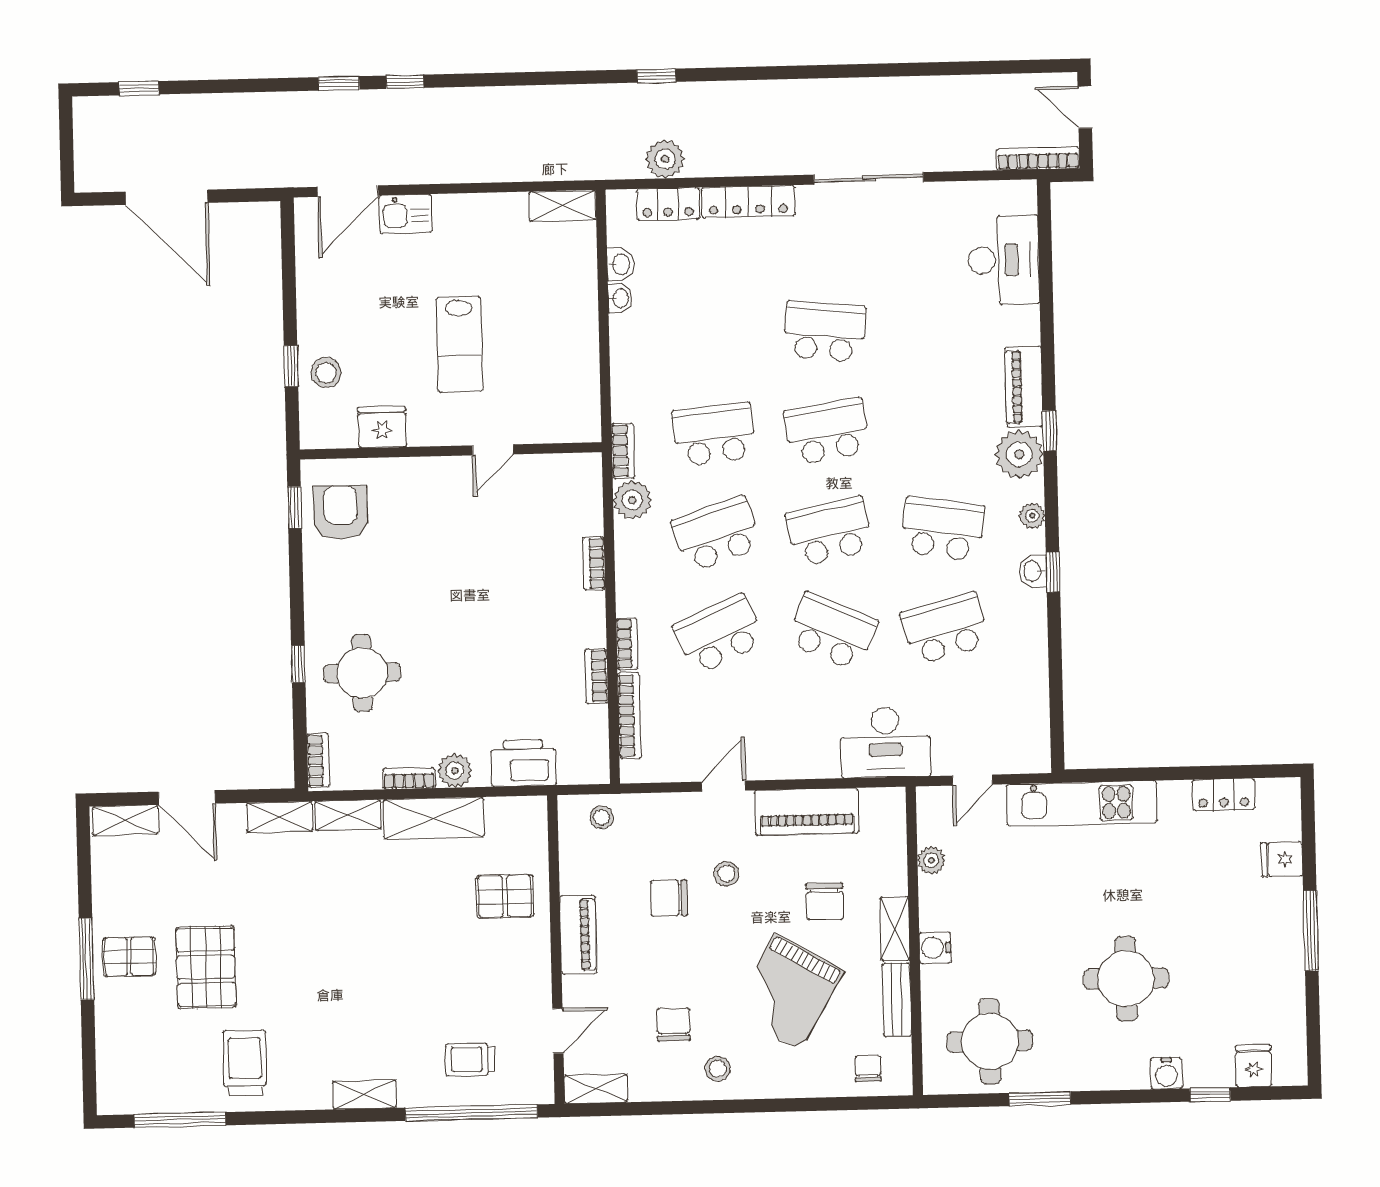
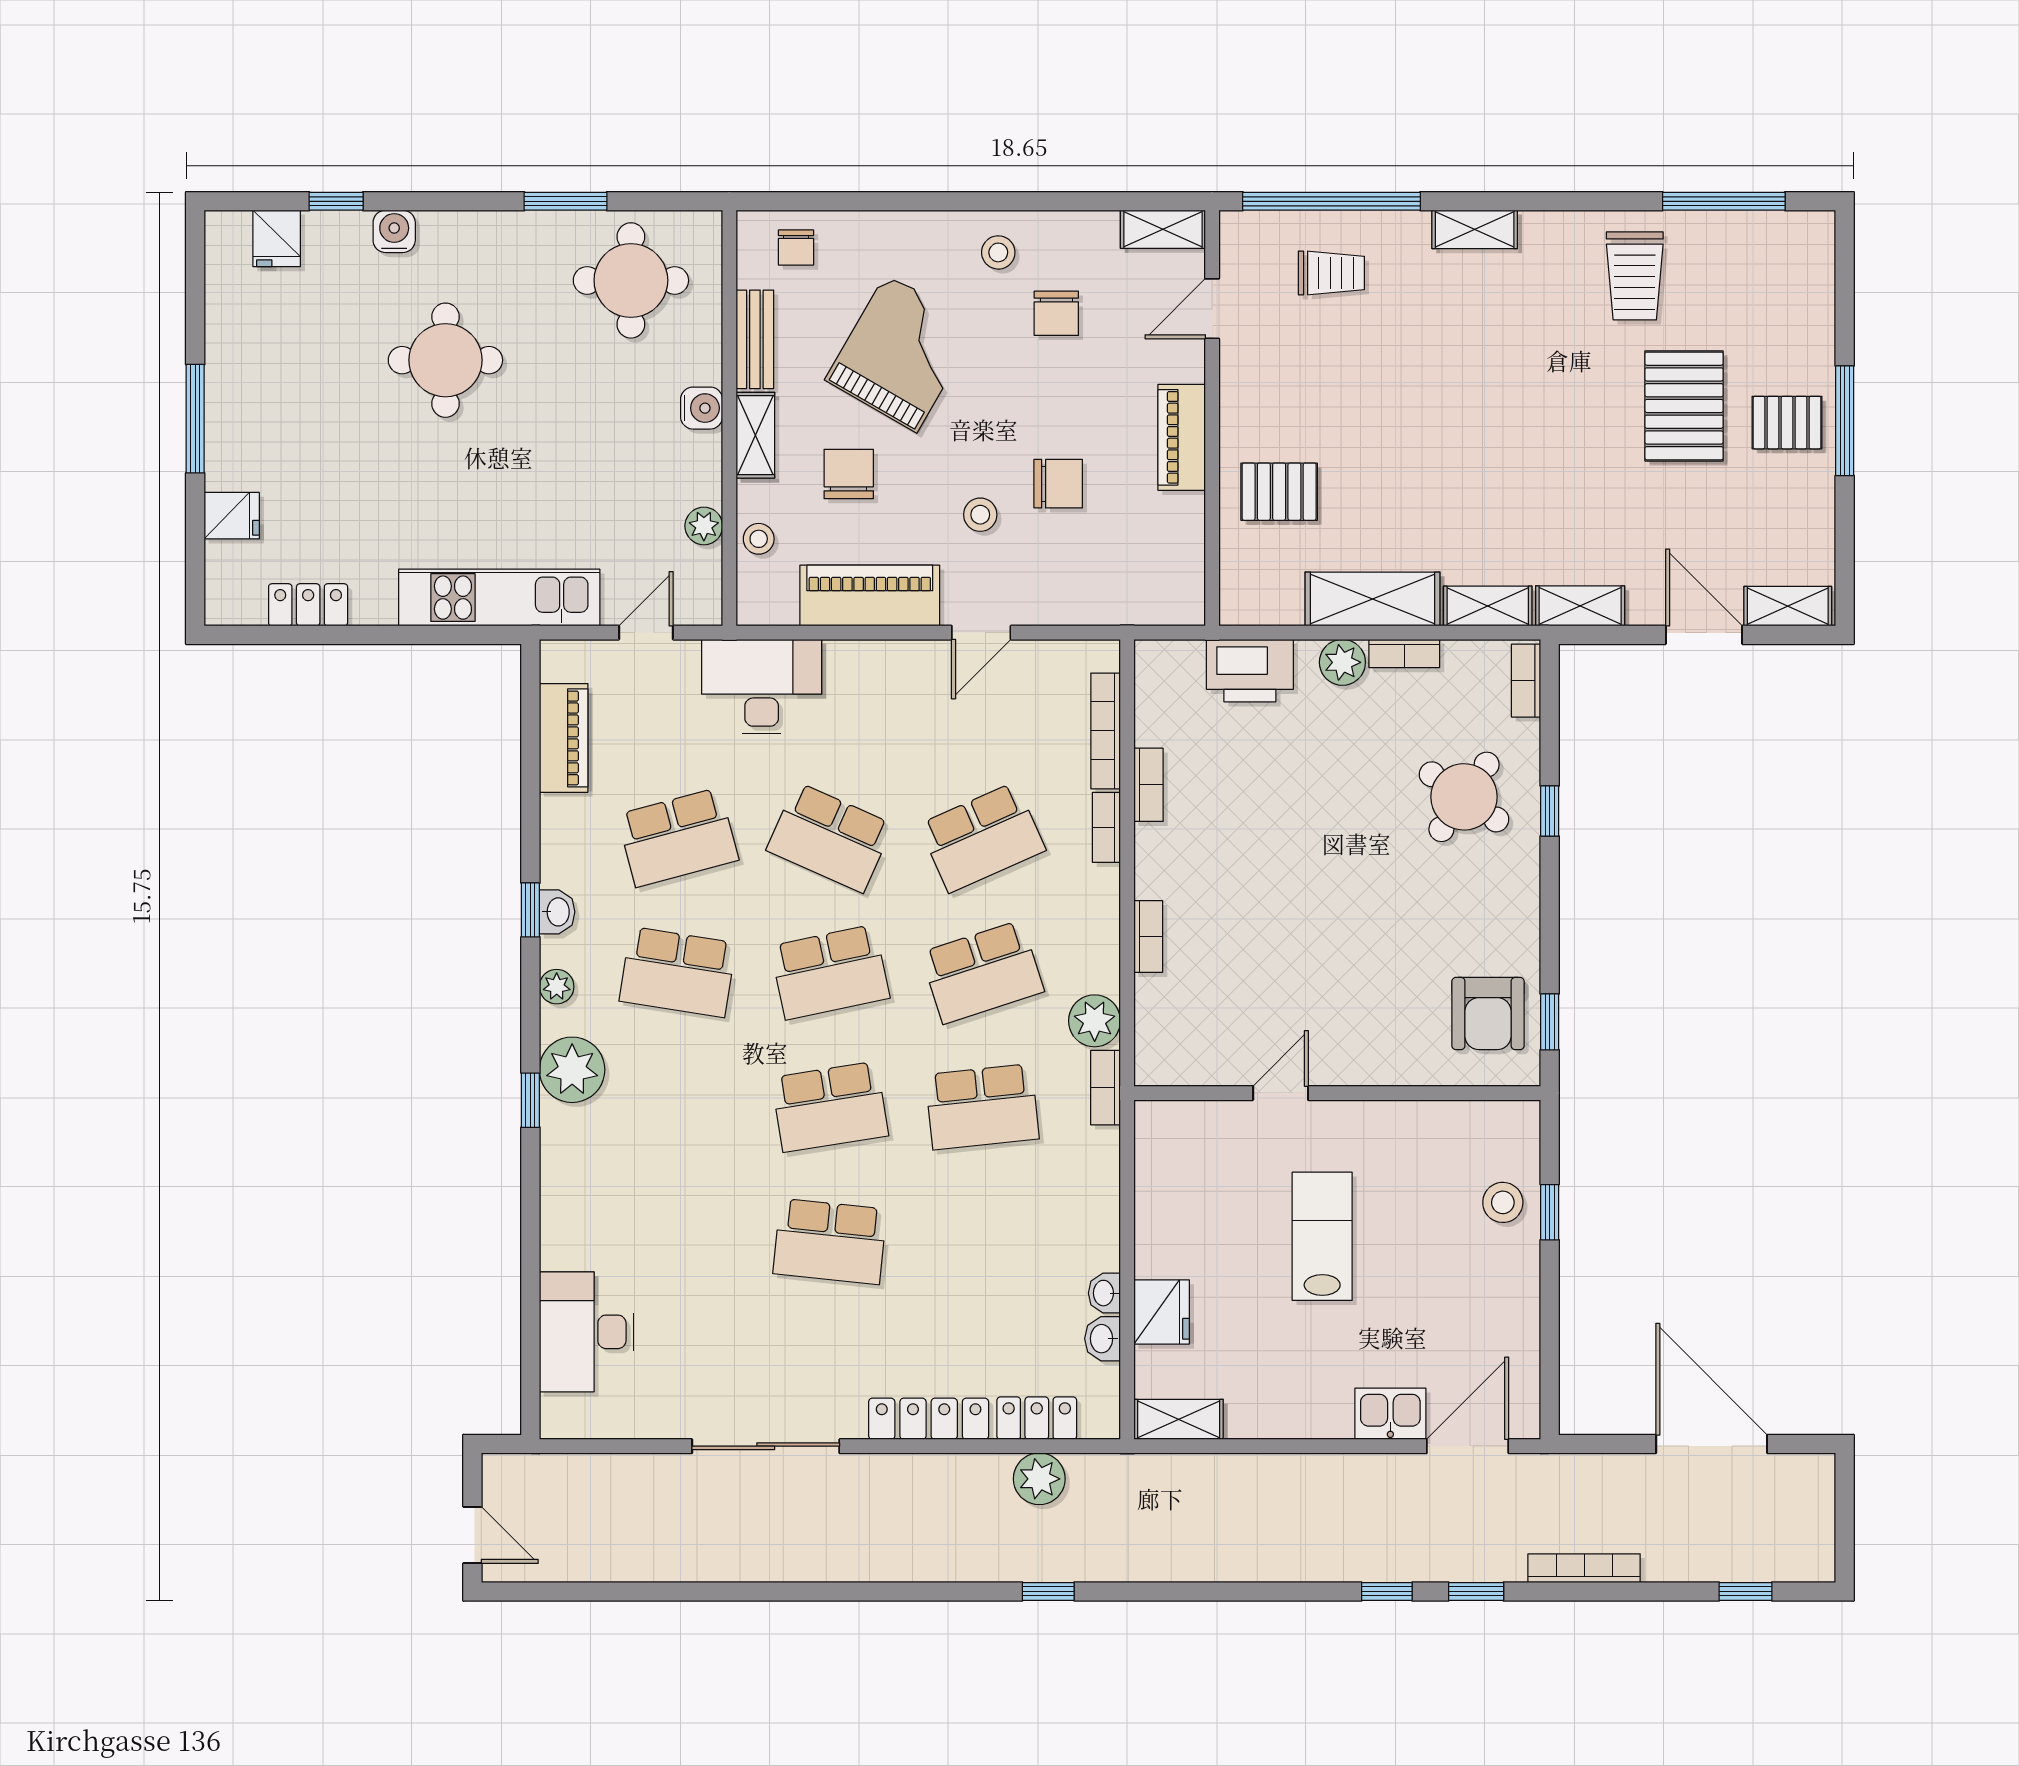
bookcase: (1038, 159) -> (1584, 1568), moved, turned 180
piano: (1024, 387) -> (564, 738), moved
fridge: (382, 427) -> (1162, 1312), moved, turned -90
round table: (362, 673) -> (1464, 797), turned 35
stool: (602, 817) -> (759, 539), moved

